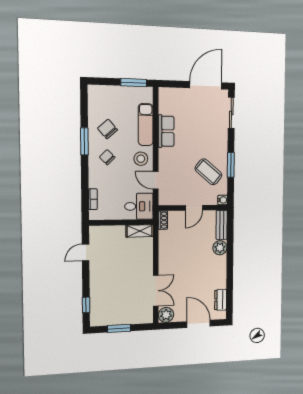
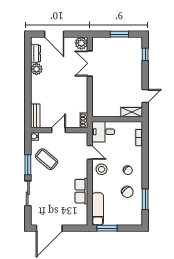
sliding door: (231, 113) -> (28, 193), moved
exam couch: (146, 125) -> (98, 209), moved
window: (84, 141) -> (145, 199), moved
shelving: (140, 231) -> (132, 112), moved
plant: (220, 248) -> (36, 69), moved

